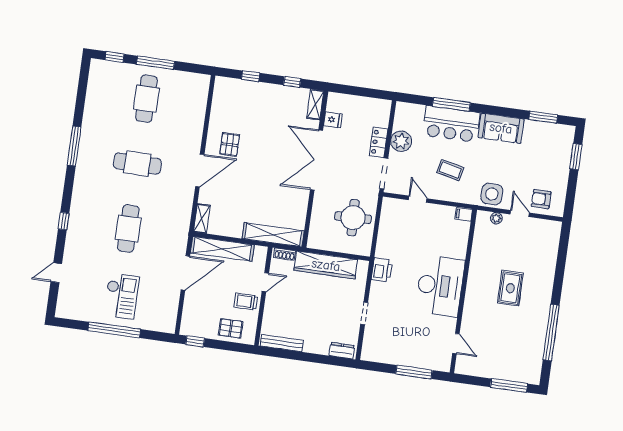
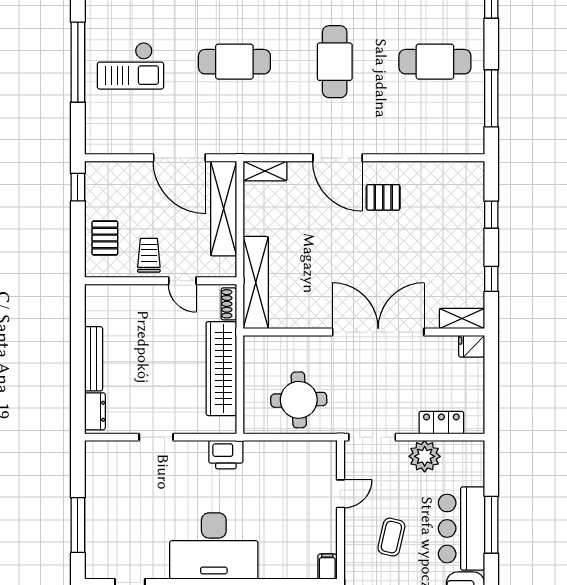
window: (155, 63) -> (491, 98), moved
fridge: (333, 120) -> (472, 346), moved, turned 90
locker: (379, 142) -> (441, 423), moved
bench: (282, 343) -> (94, 359), moved

